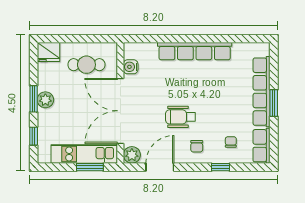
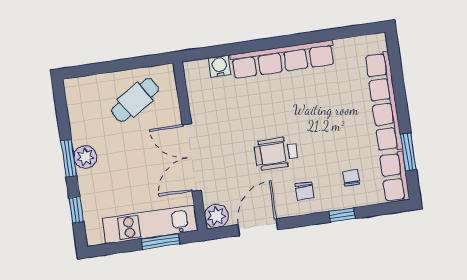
fridge: (48, 52) -> (80, 90), removed
cafe table: (86, 65) -> (135, 100), turned -33
water cooler: (131, 67) -> (219, 66), moved, turned 90
window: (274, 103) -> (408, 152), moved
double door: (120, 111) -> (192, 157), width x0.73

